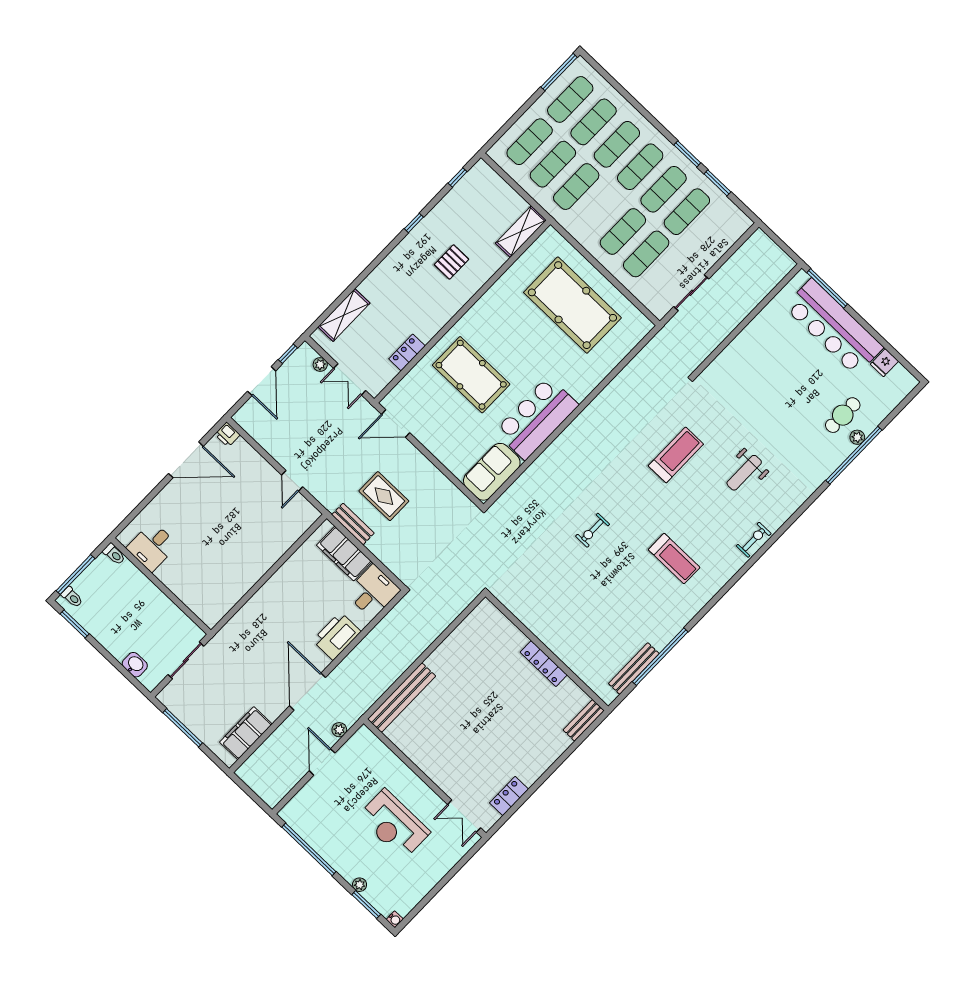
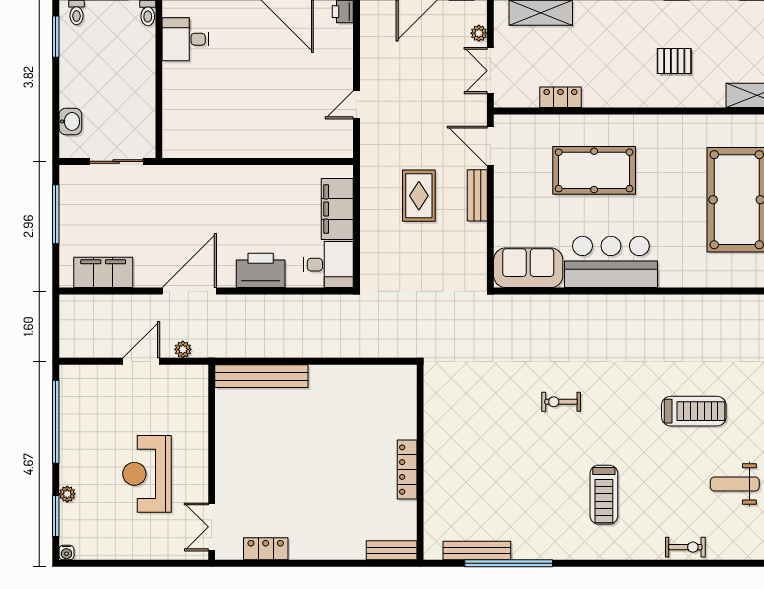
pool table: (471, 375) -> (594, 170), turned 90
bench: (353, 524) -> (477, 195), moved

